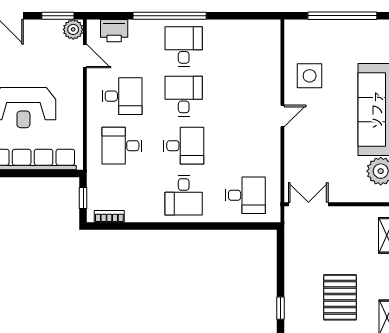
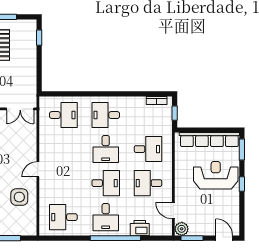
printer: (114, 31) -> (140, 228), moved
desk: (245, 47) -> (63, 217), added
desk: (184, 96) -> (106, 183), turned -90
desk: (184, 146) -> (106, 149), turned -90
desk: (184, 195) -> (106, 115), turned -90
desk: (245, 195) -> (63, 115), turned 180

